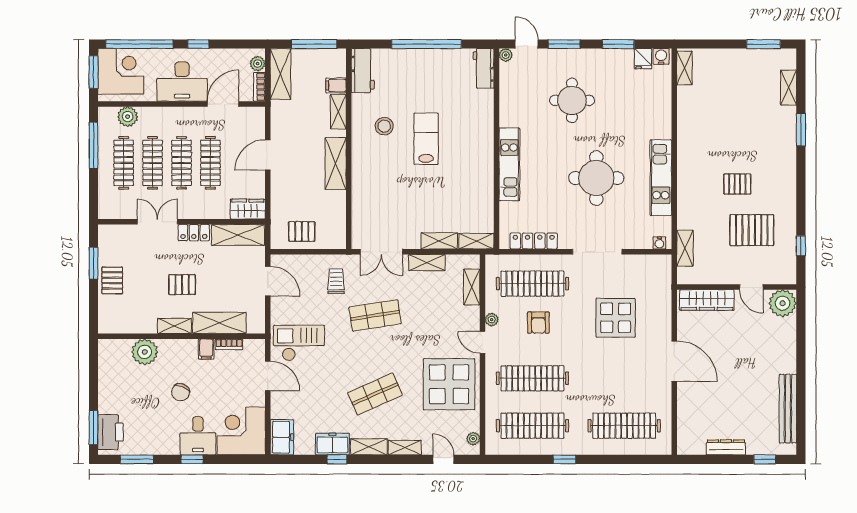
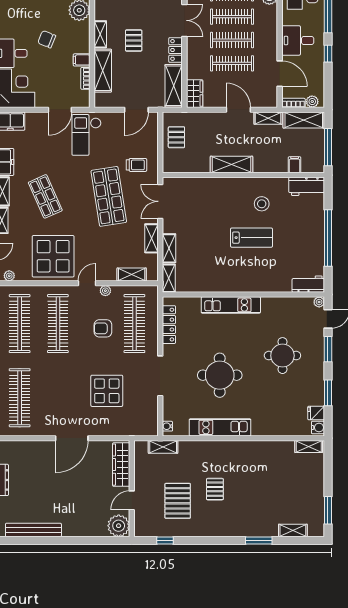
desk: (182, 81) -> (298, 40), width x0.73
shelving: (338, 112) -> (268, 118), moved
shop shelf: (375, 315) -> (109, 196), width x1.43, depth x1.36
checkout: (299, 343) -> (86, 135), turned 180

